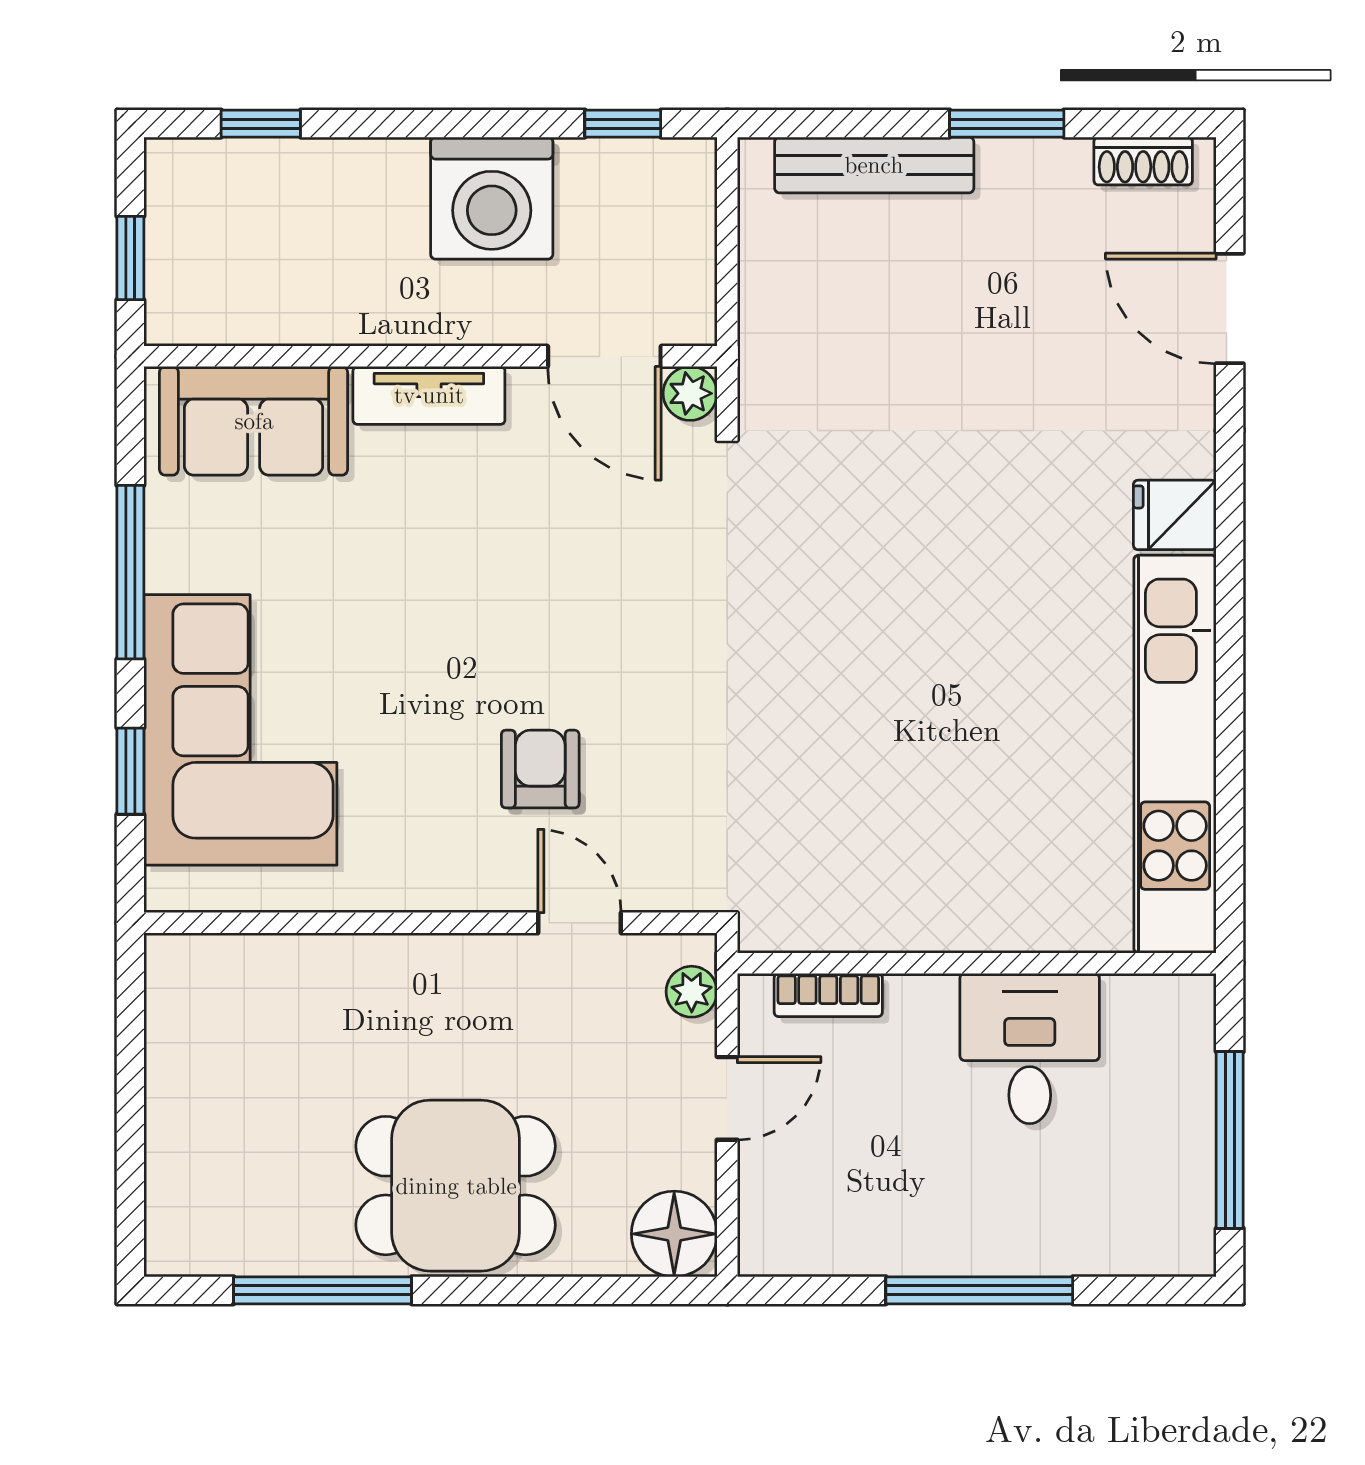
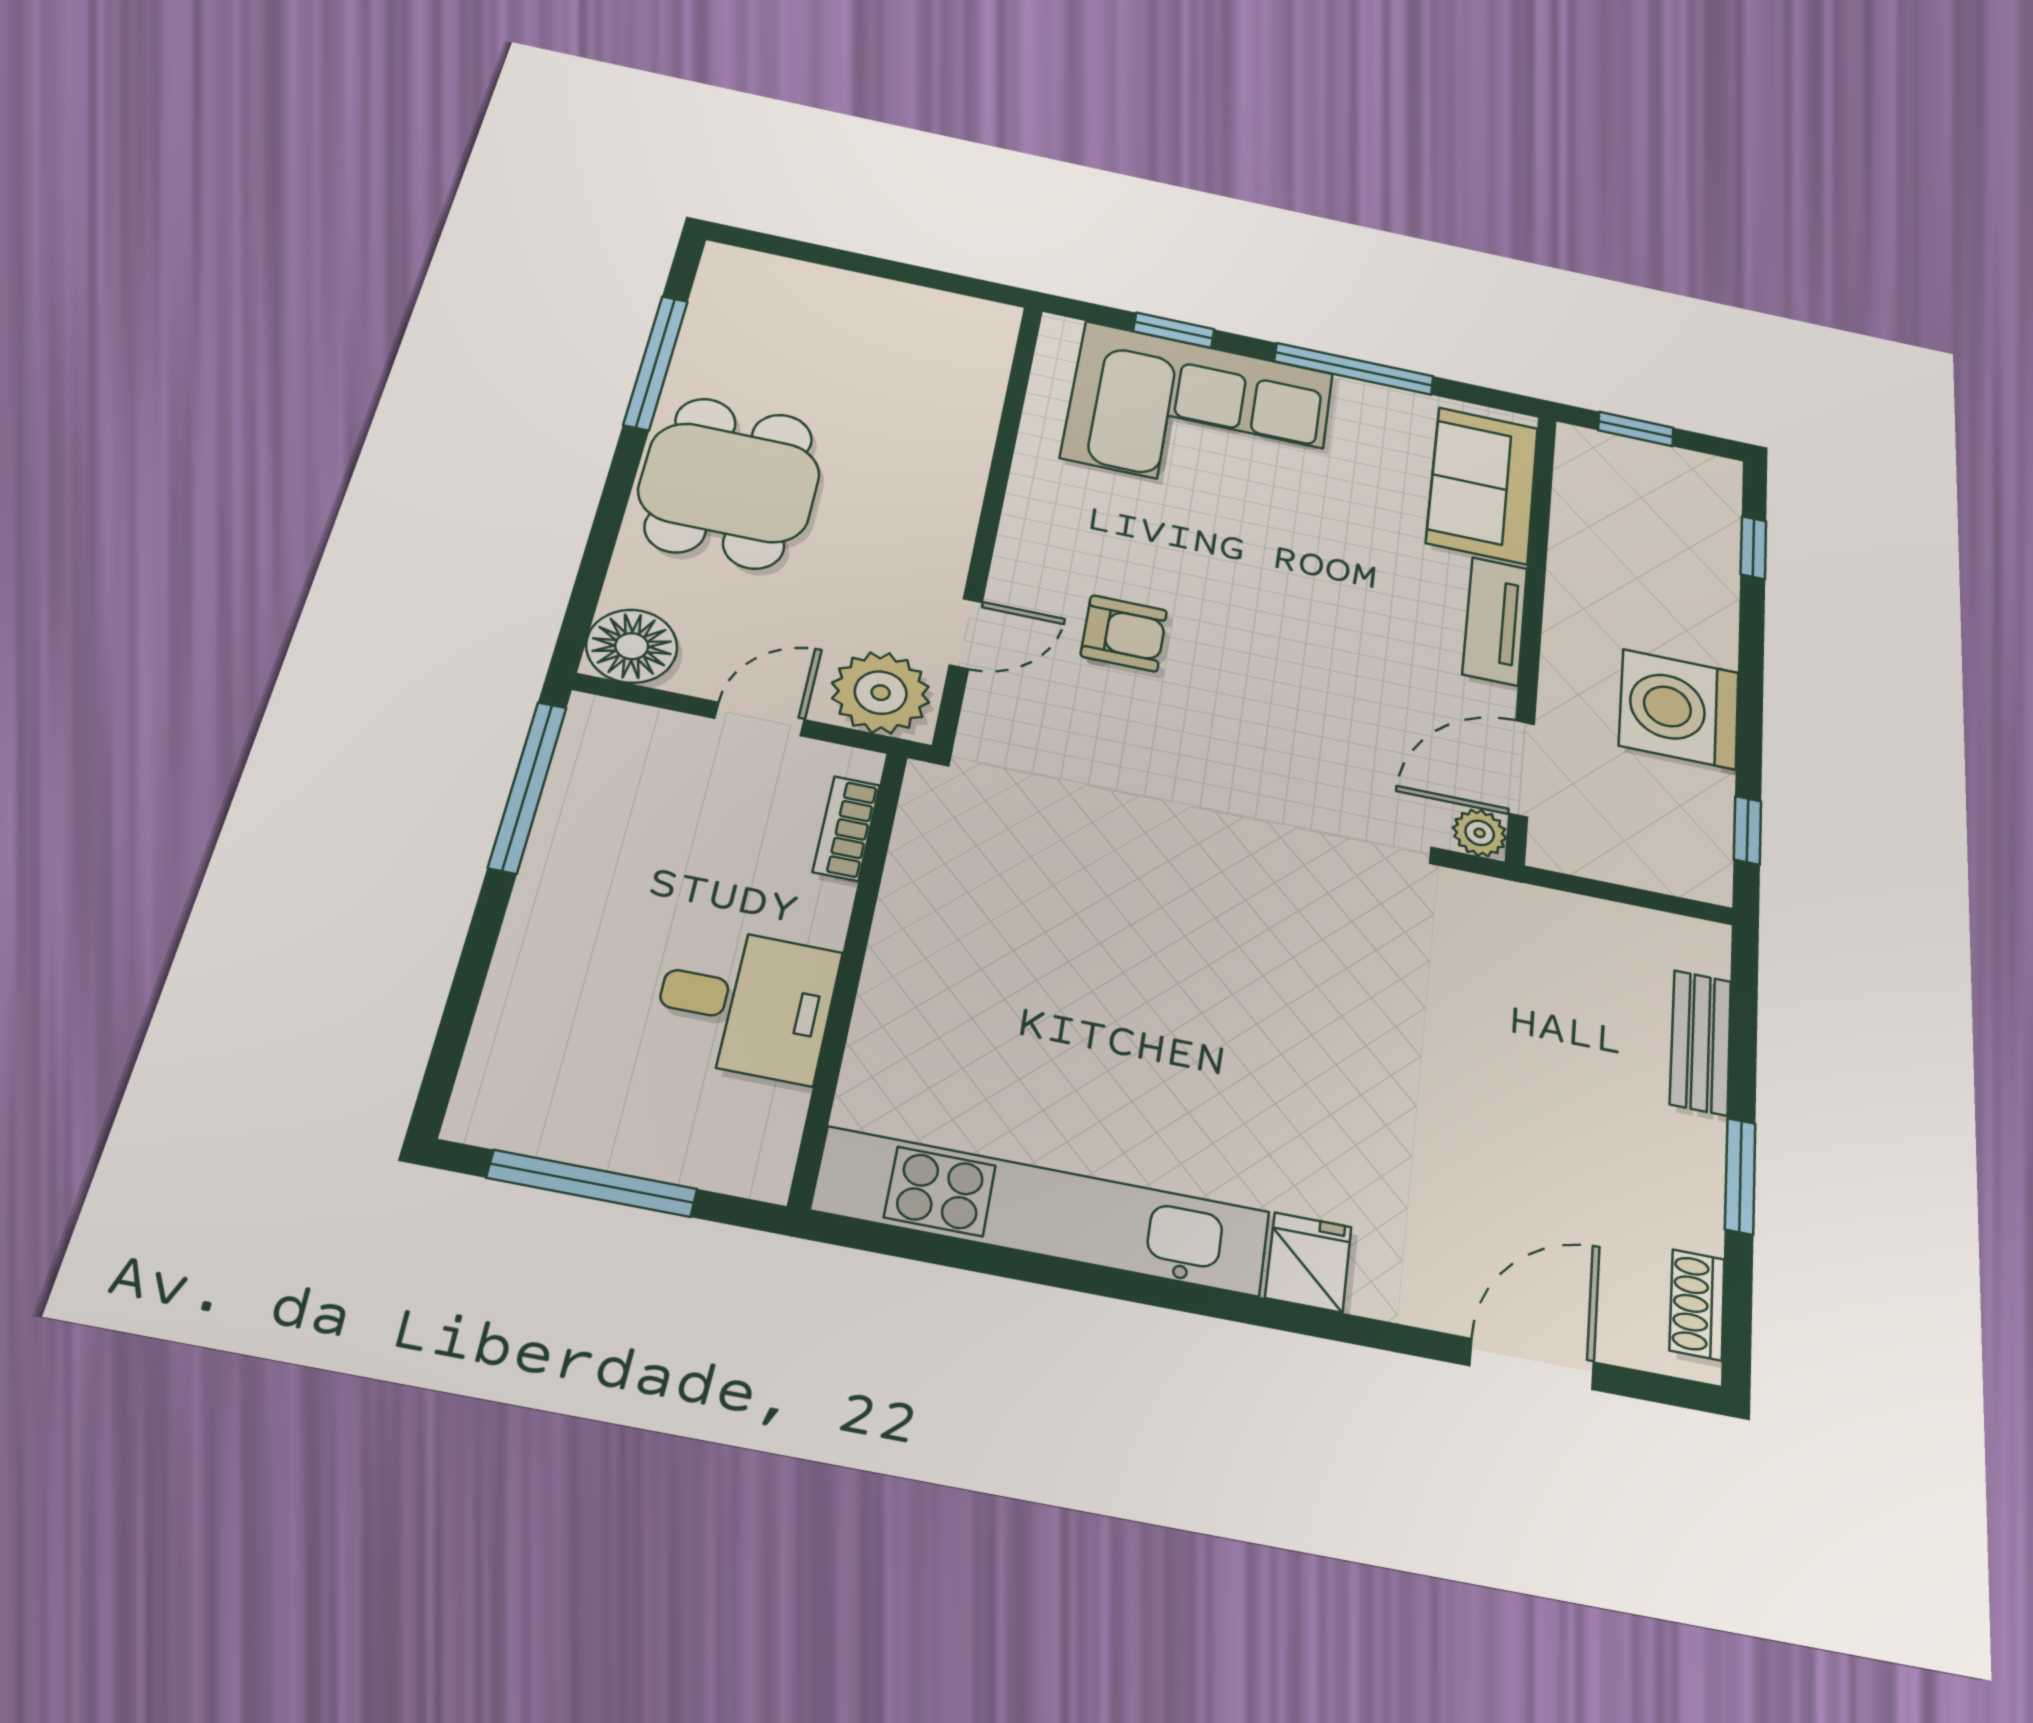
bench: (874, 165) -> (1701, 1042), width x0.73
plant: (692, 992) -> (881, 693), width x1.88, depth x1.88
door: (727, 1098) -> (760, 719), swing flipped
window: (979, 1290) -> (528, 787), moved

